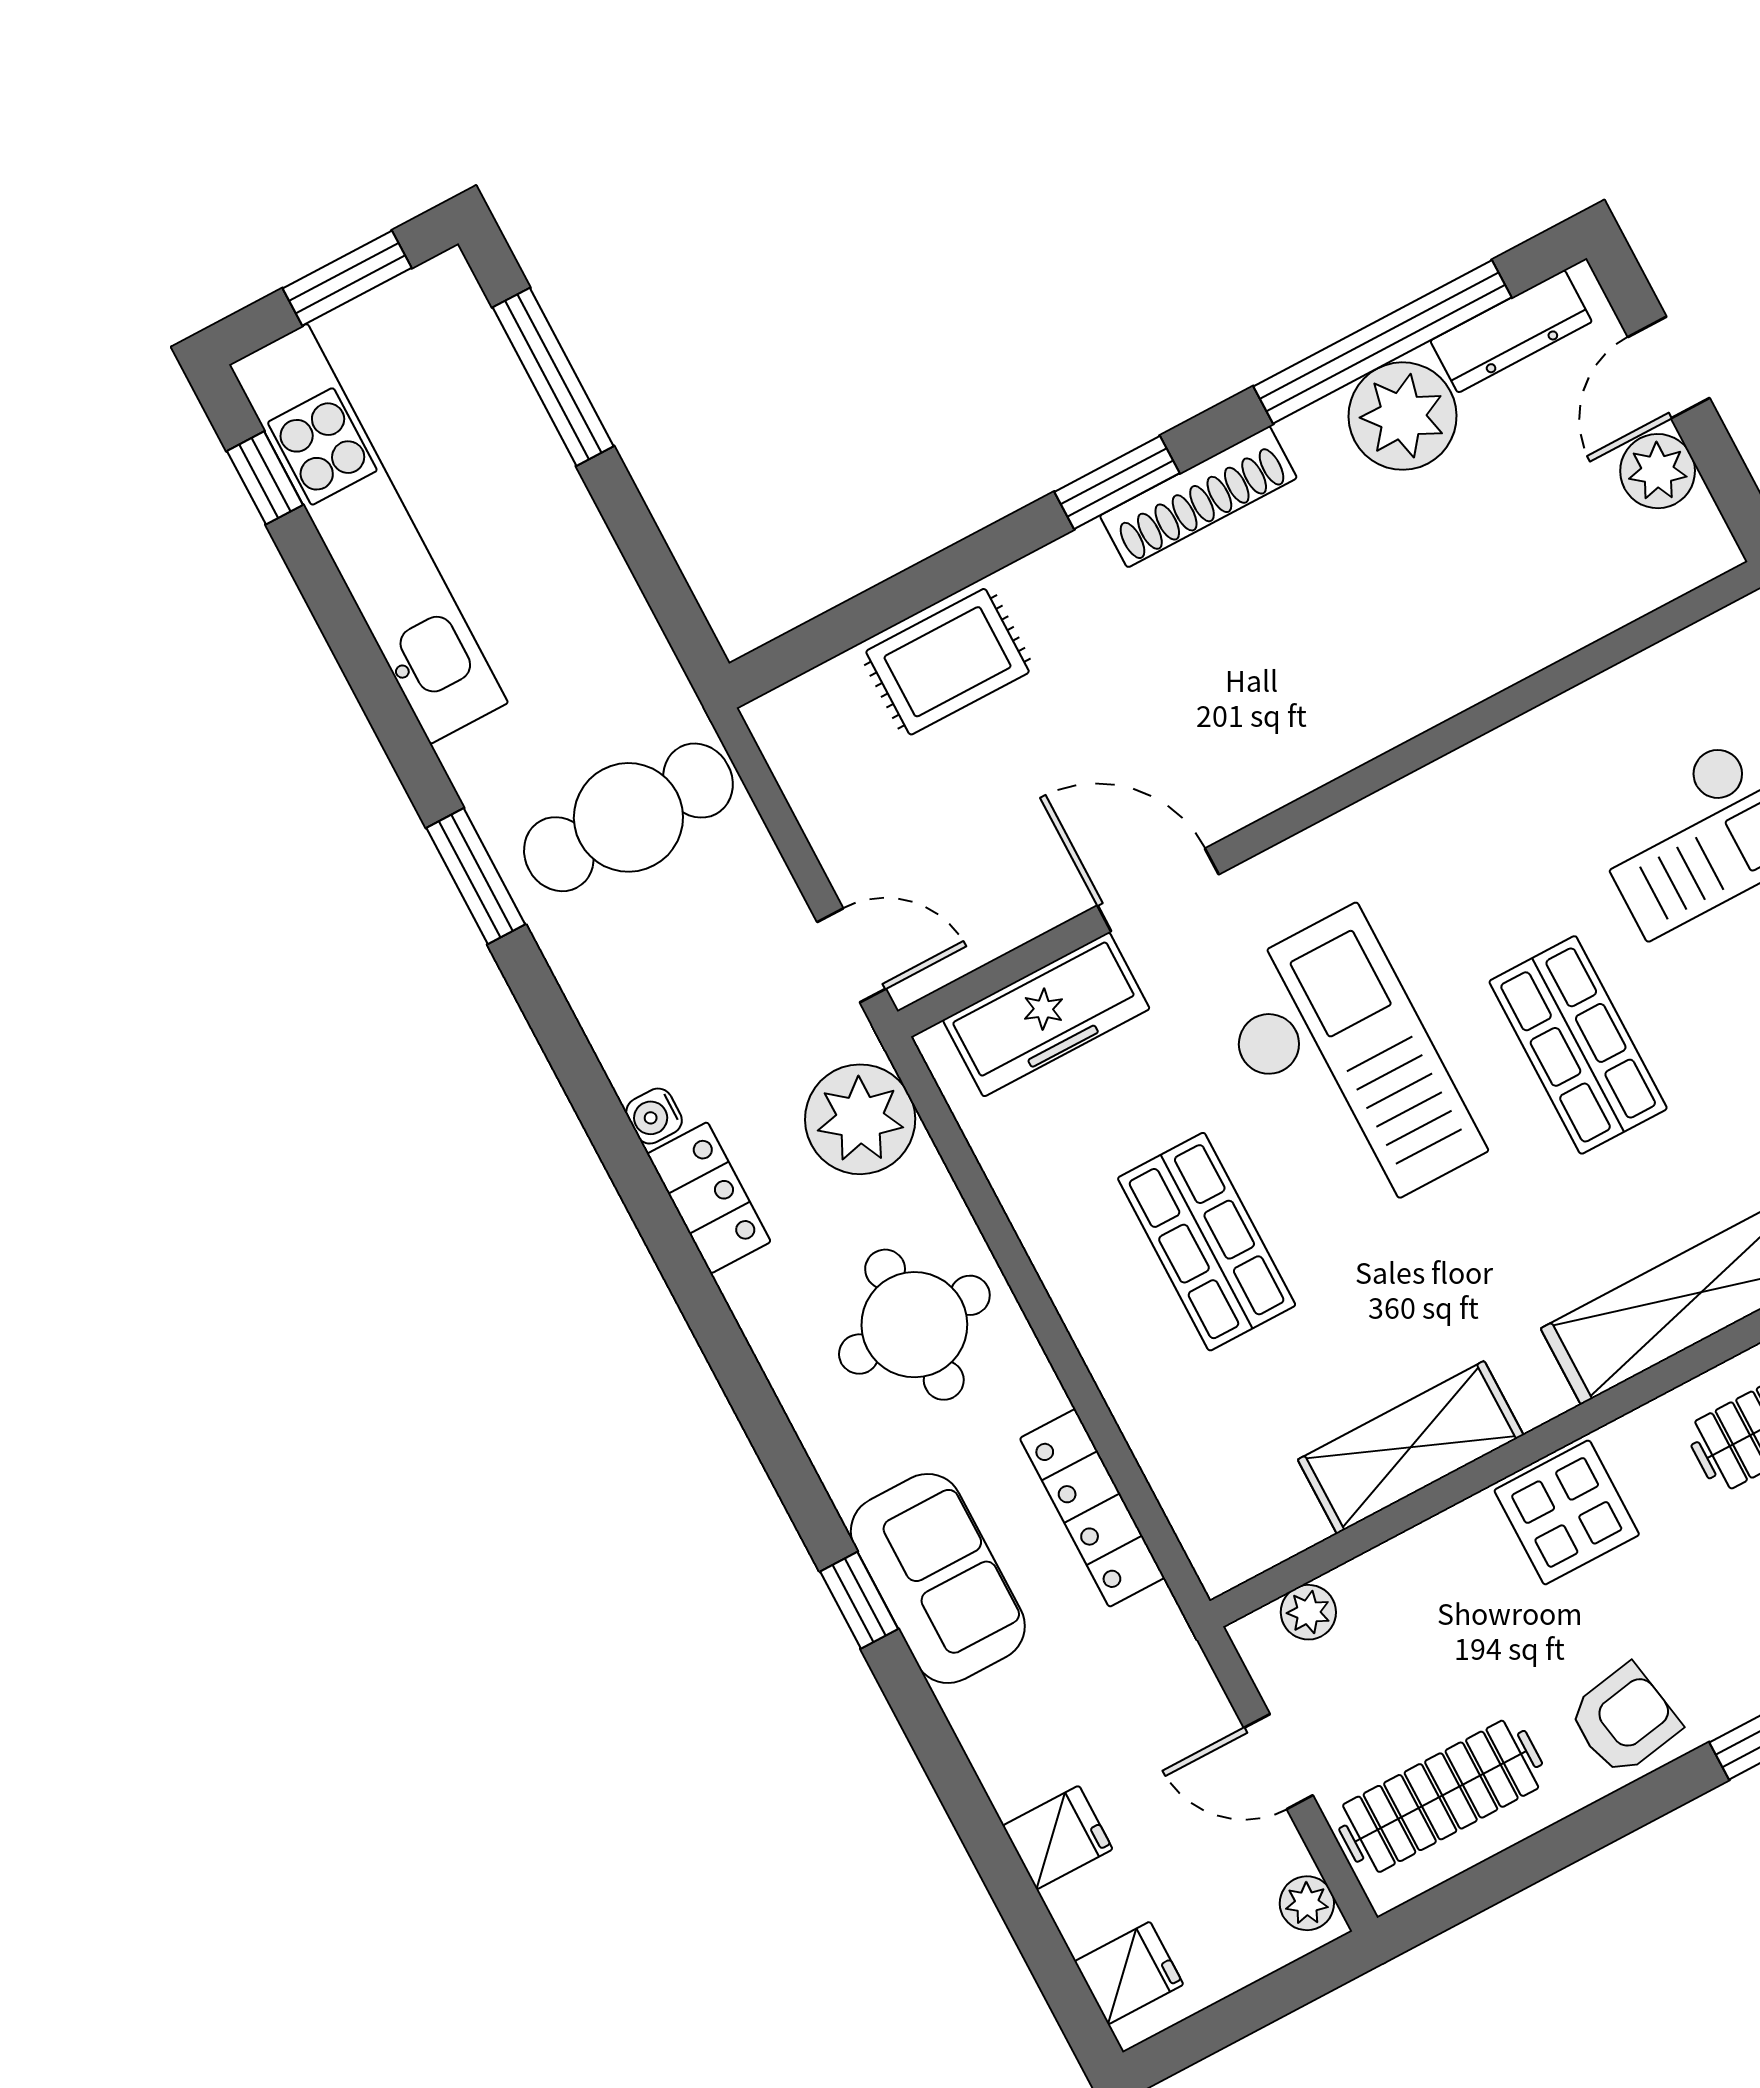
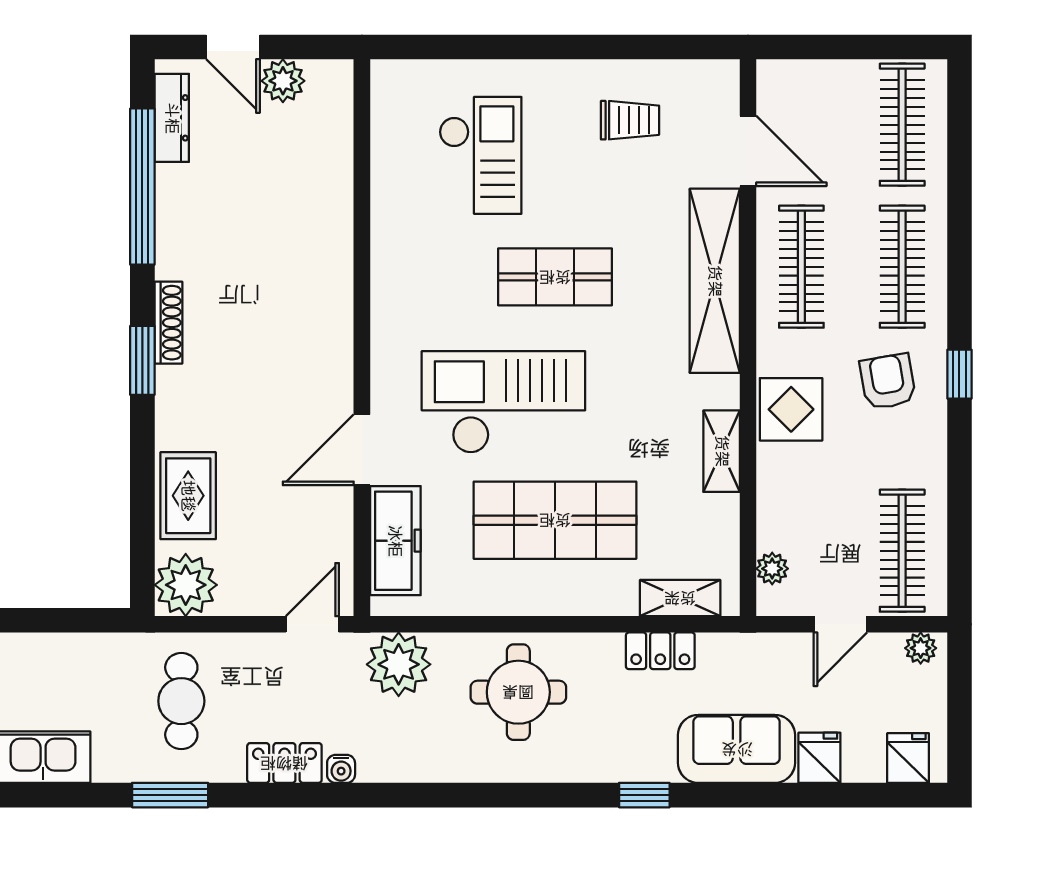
plant: (1403, 416) -> (186, 585), moved
shoe rack: (1198, 497) -> (168, 323), width x0.74, depth x0.81
cafe table: (628, 817) -> (181, 701), width x0.73, depth x0.74
locker: (709, 1198) -> (284, 763), moved
shop shelf: (1207, 1242) -> (555, 520), width x1.43, depth x1.36
shelving: (1411, 1447) -> (722, 451), width x0.67, depth x0.75
shelving: (1189, 1496) -> (680, 598), added
locker: (1092, 1508) -> (660, 651), width x0.66
sofa: (938, 1578) -> (737, 749), moved
armchair: (1624, 1720) -> (888, 382), moved

